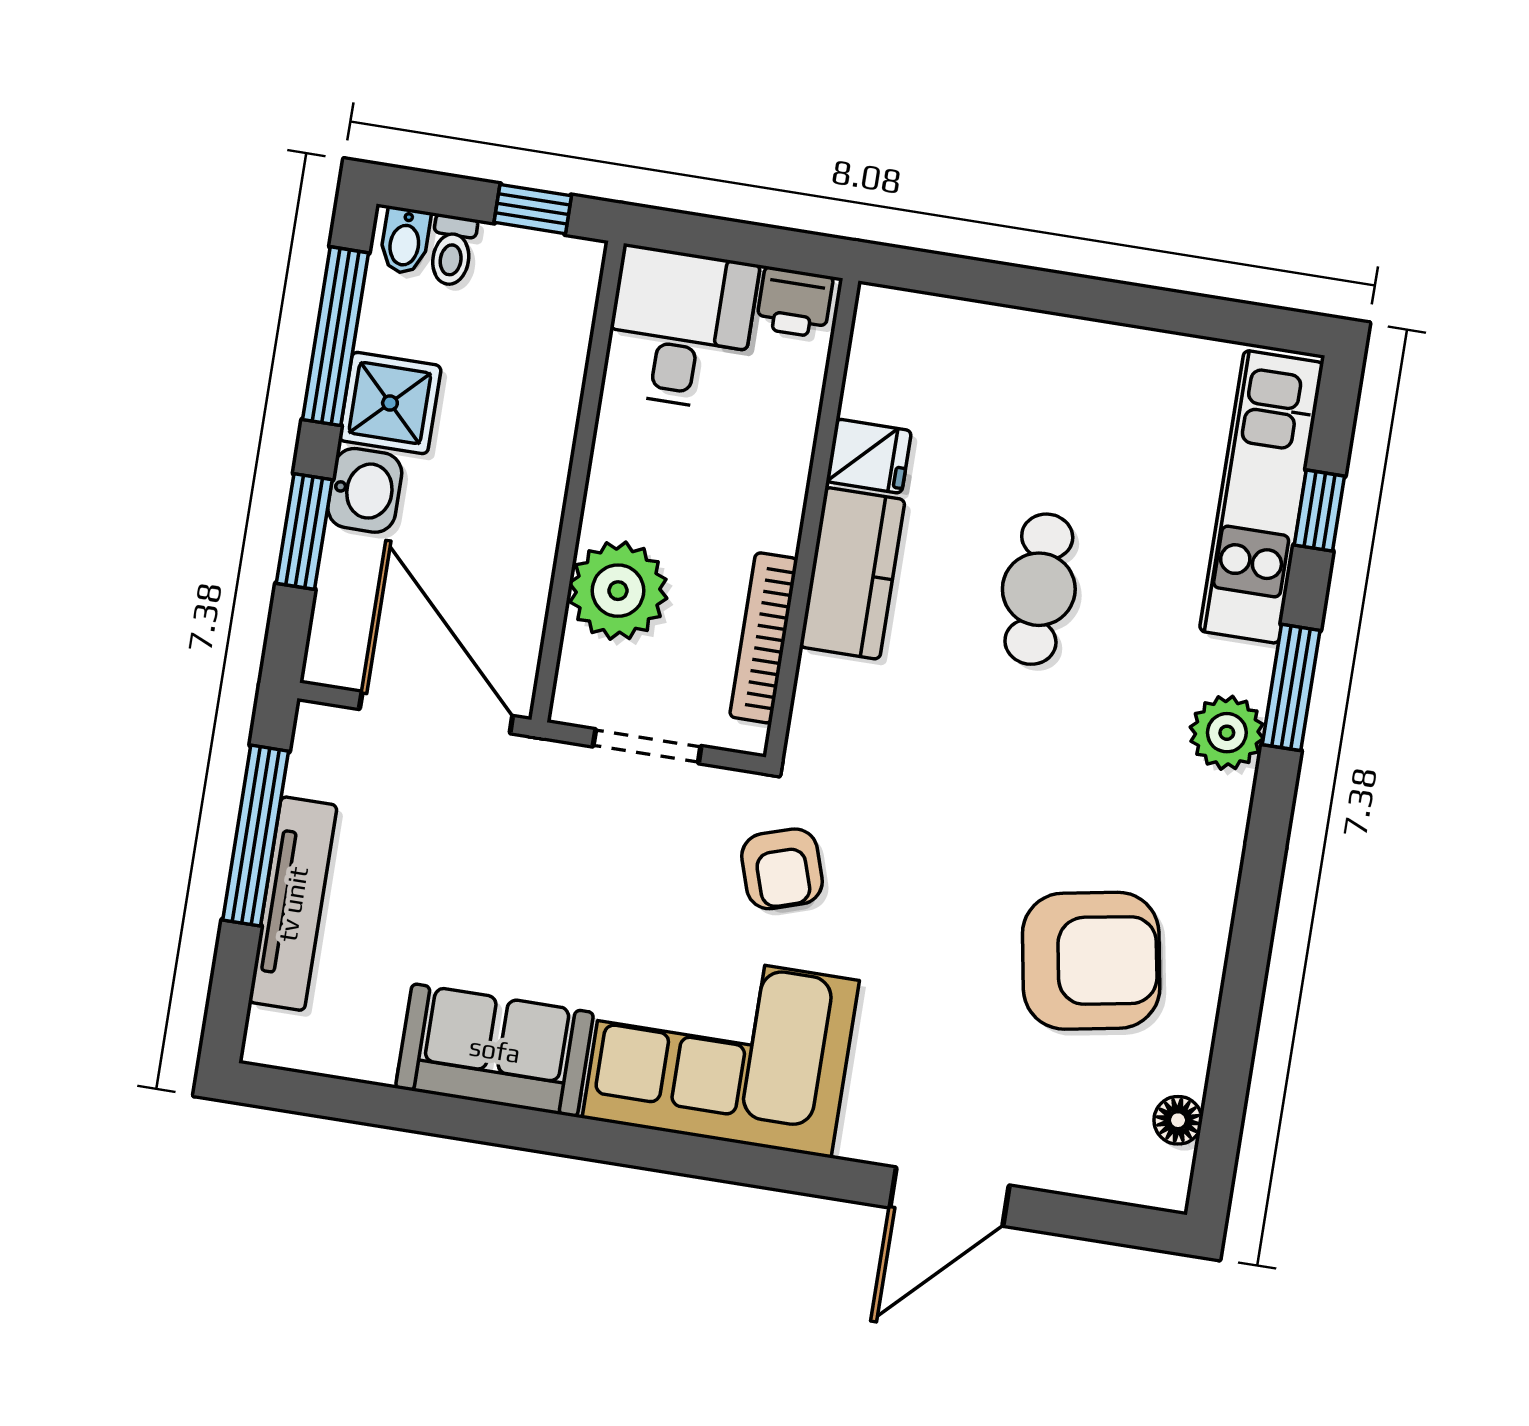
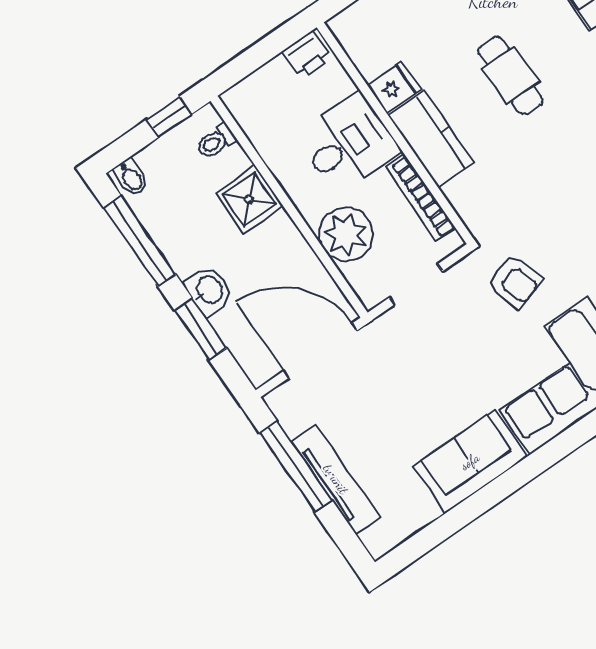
toilet: (452, 250) -> (216, 141), moved, turned 90
desk: (680, 328) -> (348, 144), moved, turned 90
shower: (390, 403) -> (249, 199), moved

